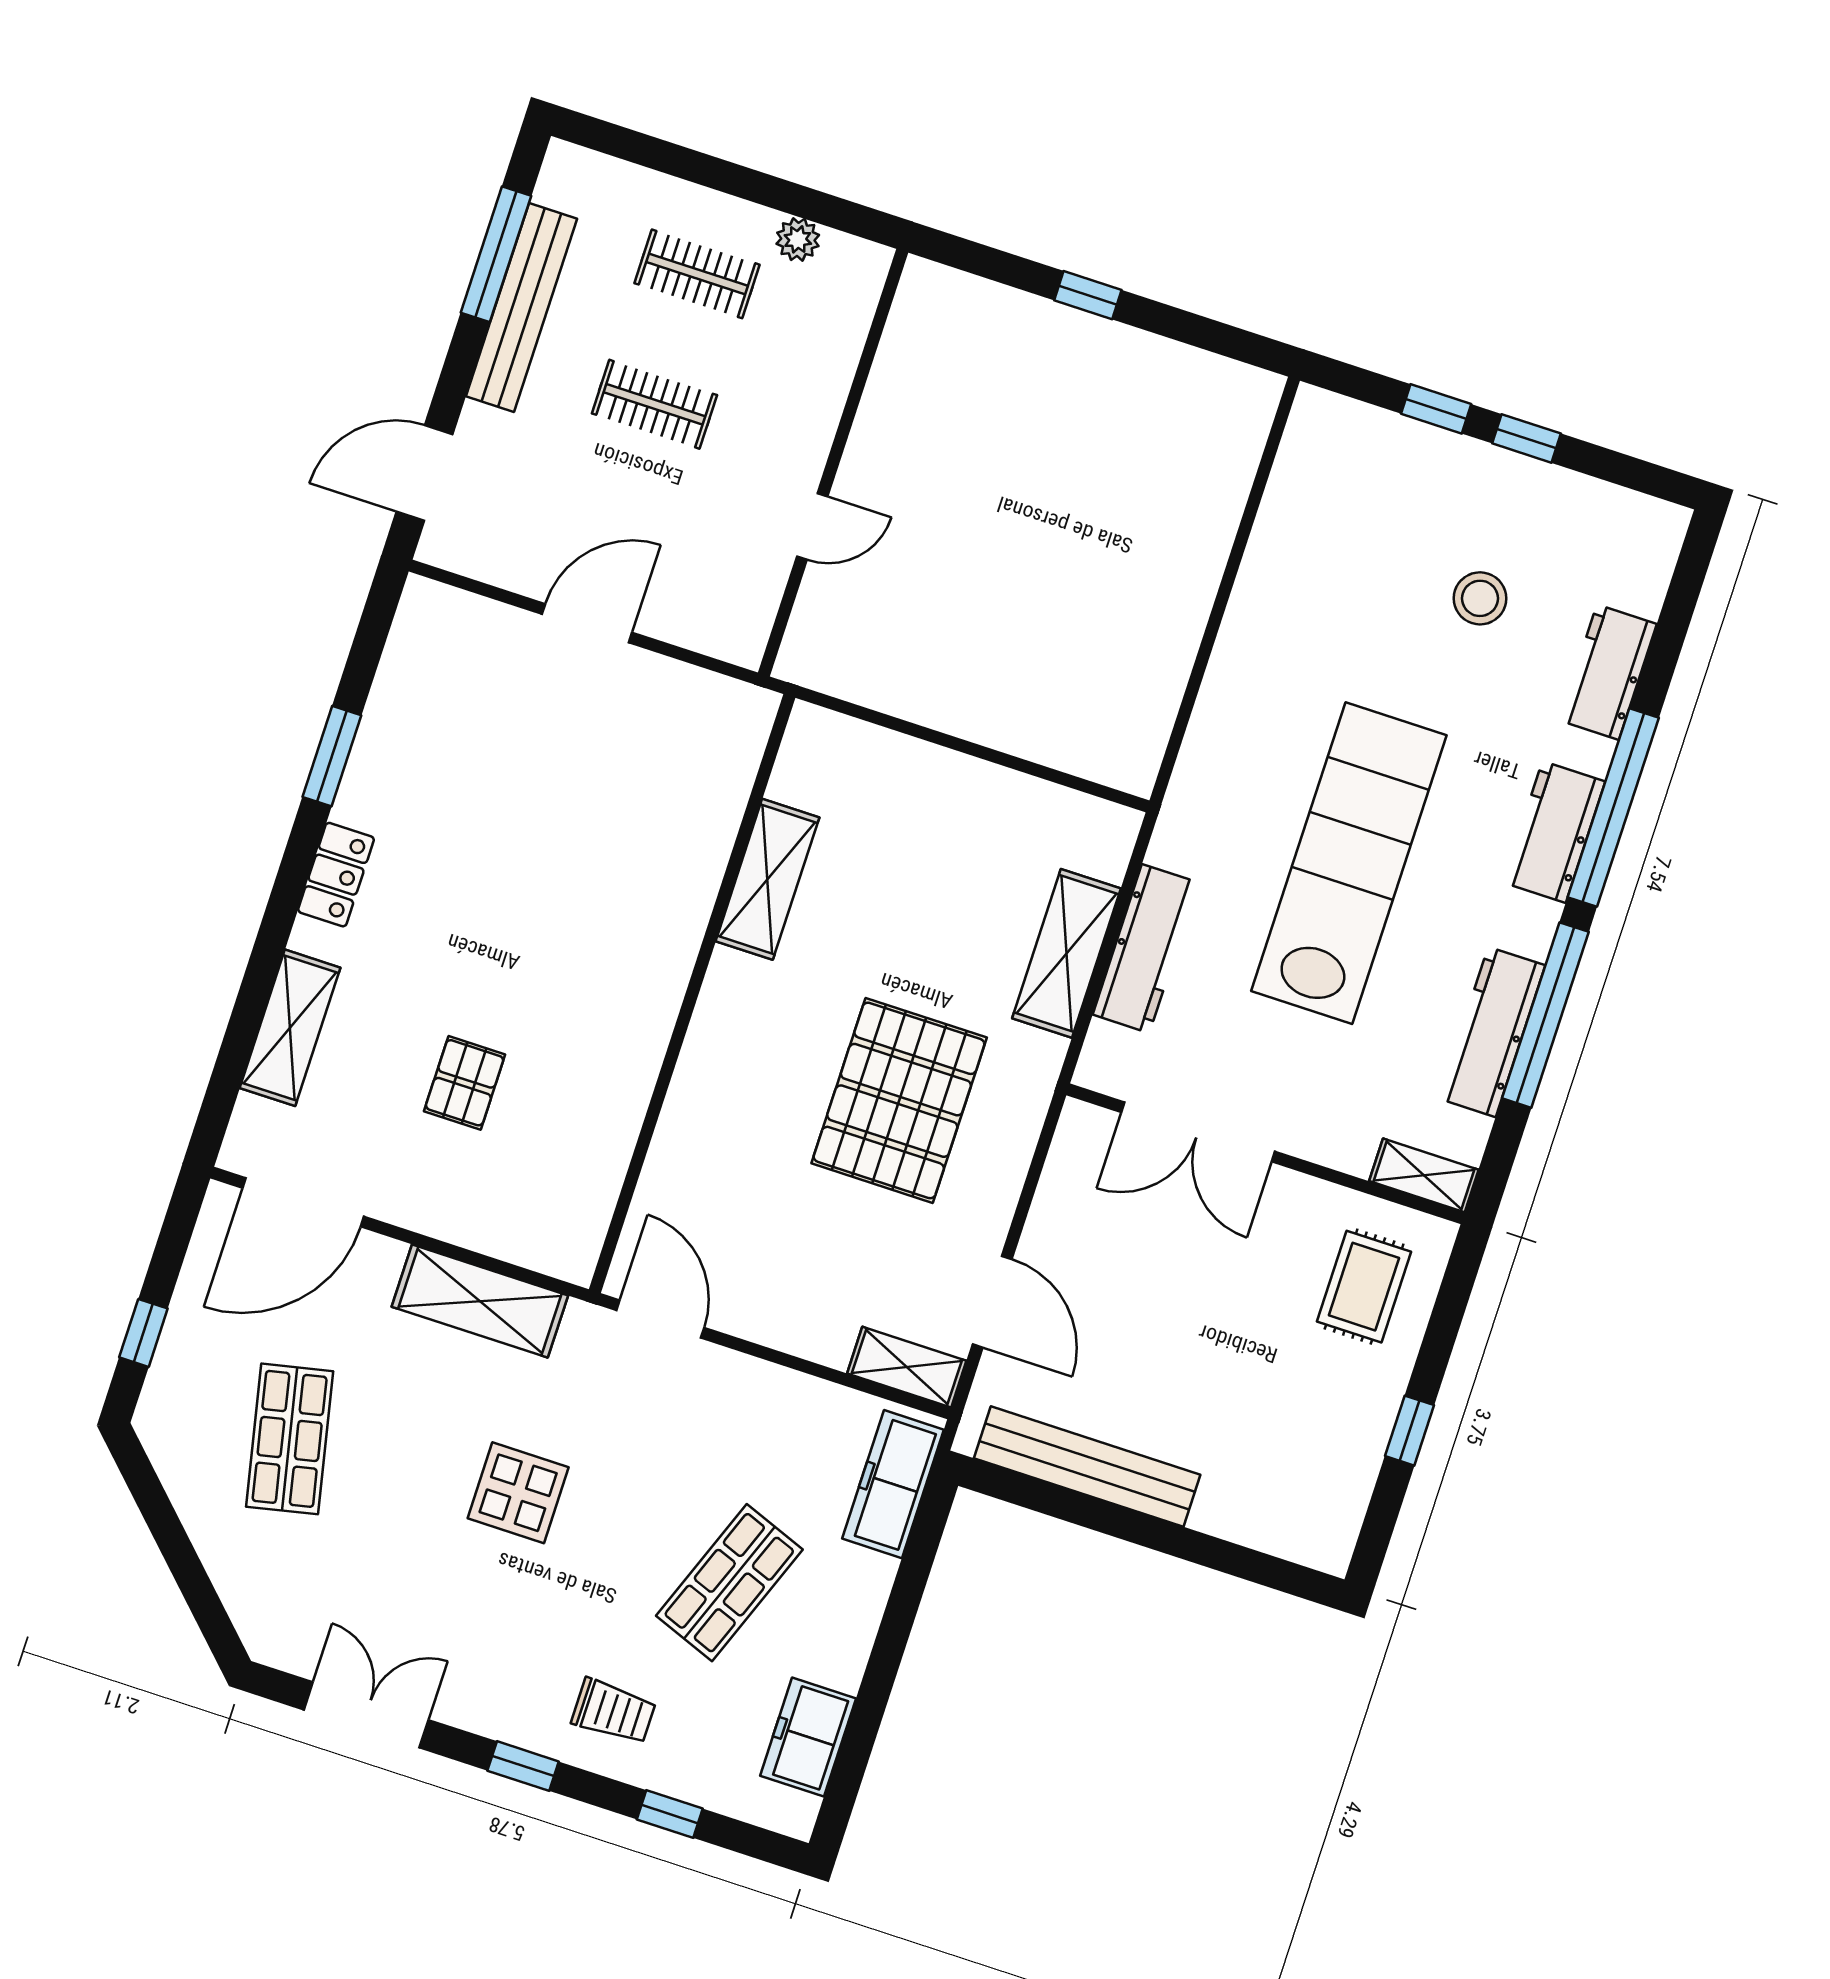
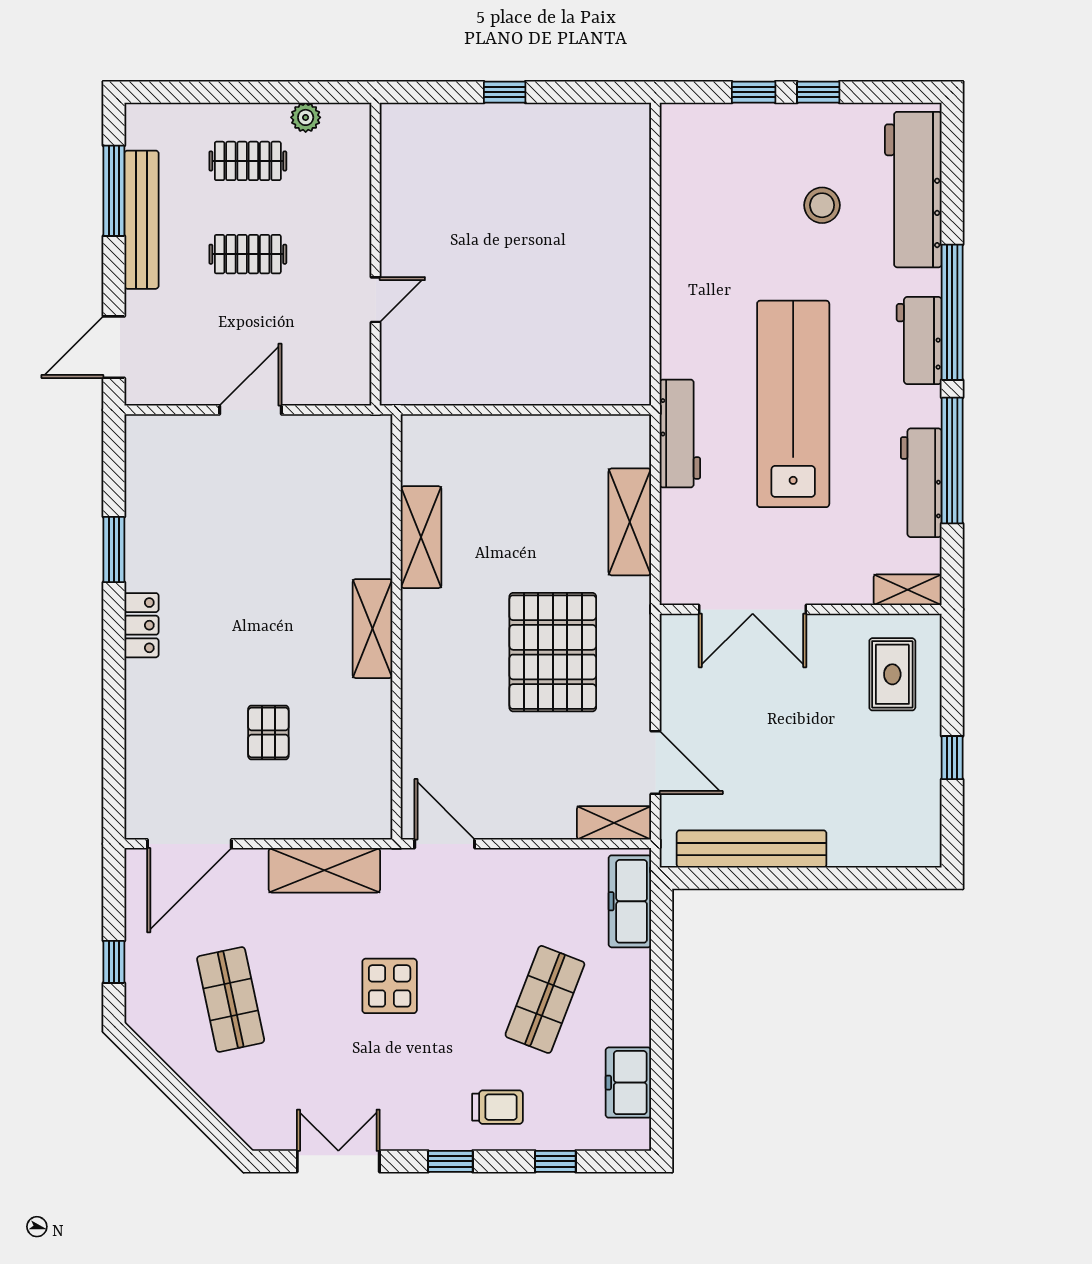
workbench: (1608, 672) -> (913, 190), width x1.88, depth x1.32
workbench: (1146, 949) -> (680, 434), moved
shelving: (290, 1028) -> (372, 629), moved

